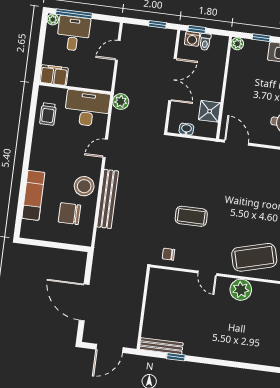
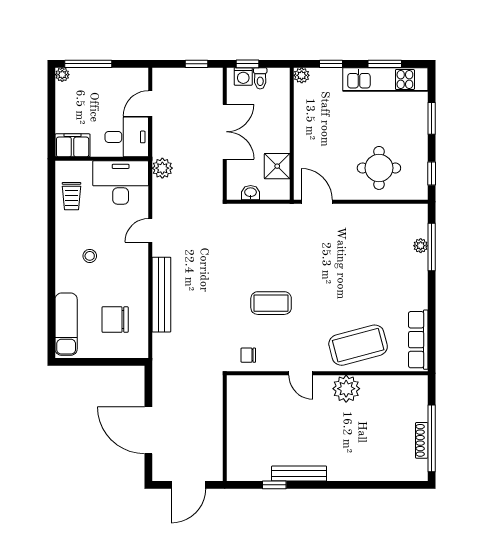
desk: (73, 33) -> (127, 137), moved, turned 90
stool: (84, 186) -> (90, 256), moved, width x0.53, depth x0.53
exam couch: (33, 195) -> (66, 324), moved
bench: (161, 346) -> (299, 474), moved

